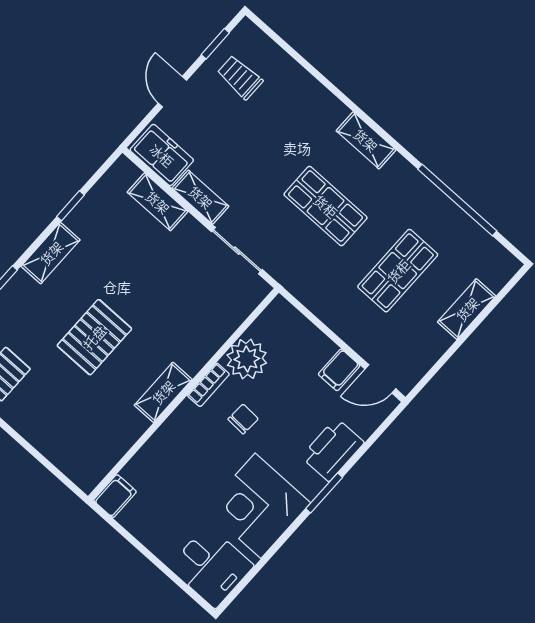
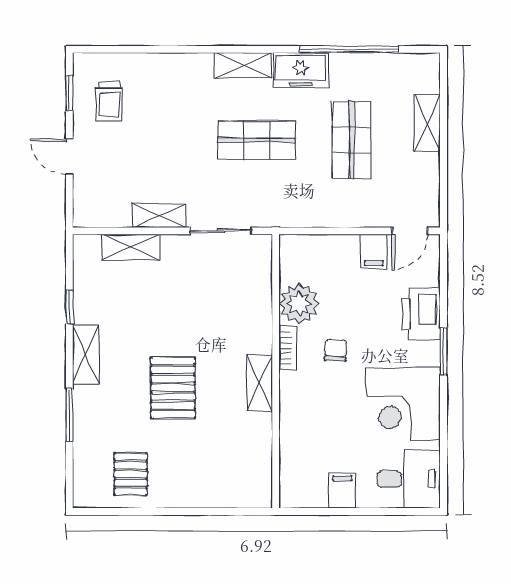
trolley: (240, 77) -> (109, 102), turned -90
freezer: (162, 155) -> (301, 70), moved, turned 180
filing cabinet: (115, 496) -> (342, 491), moved

